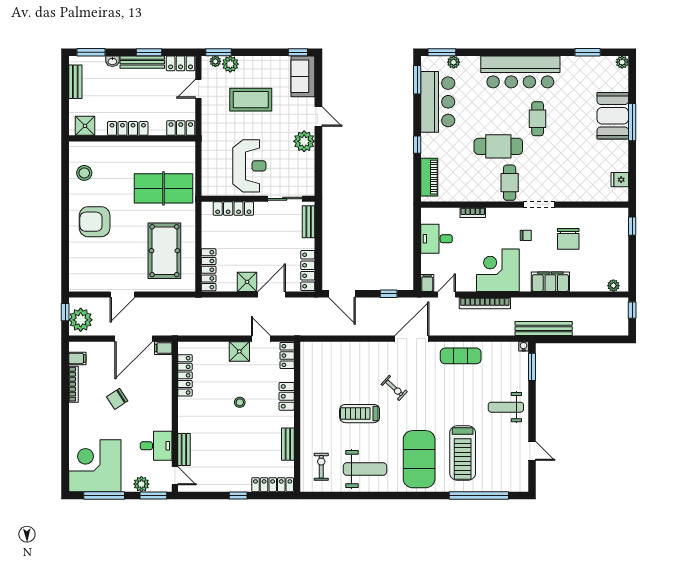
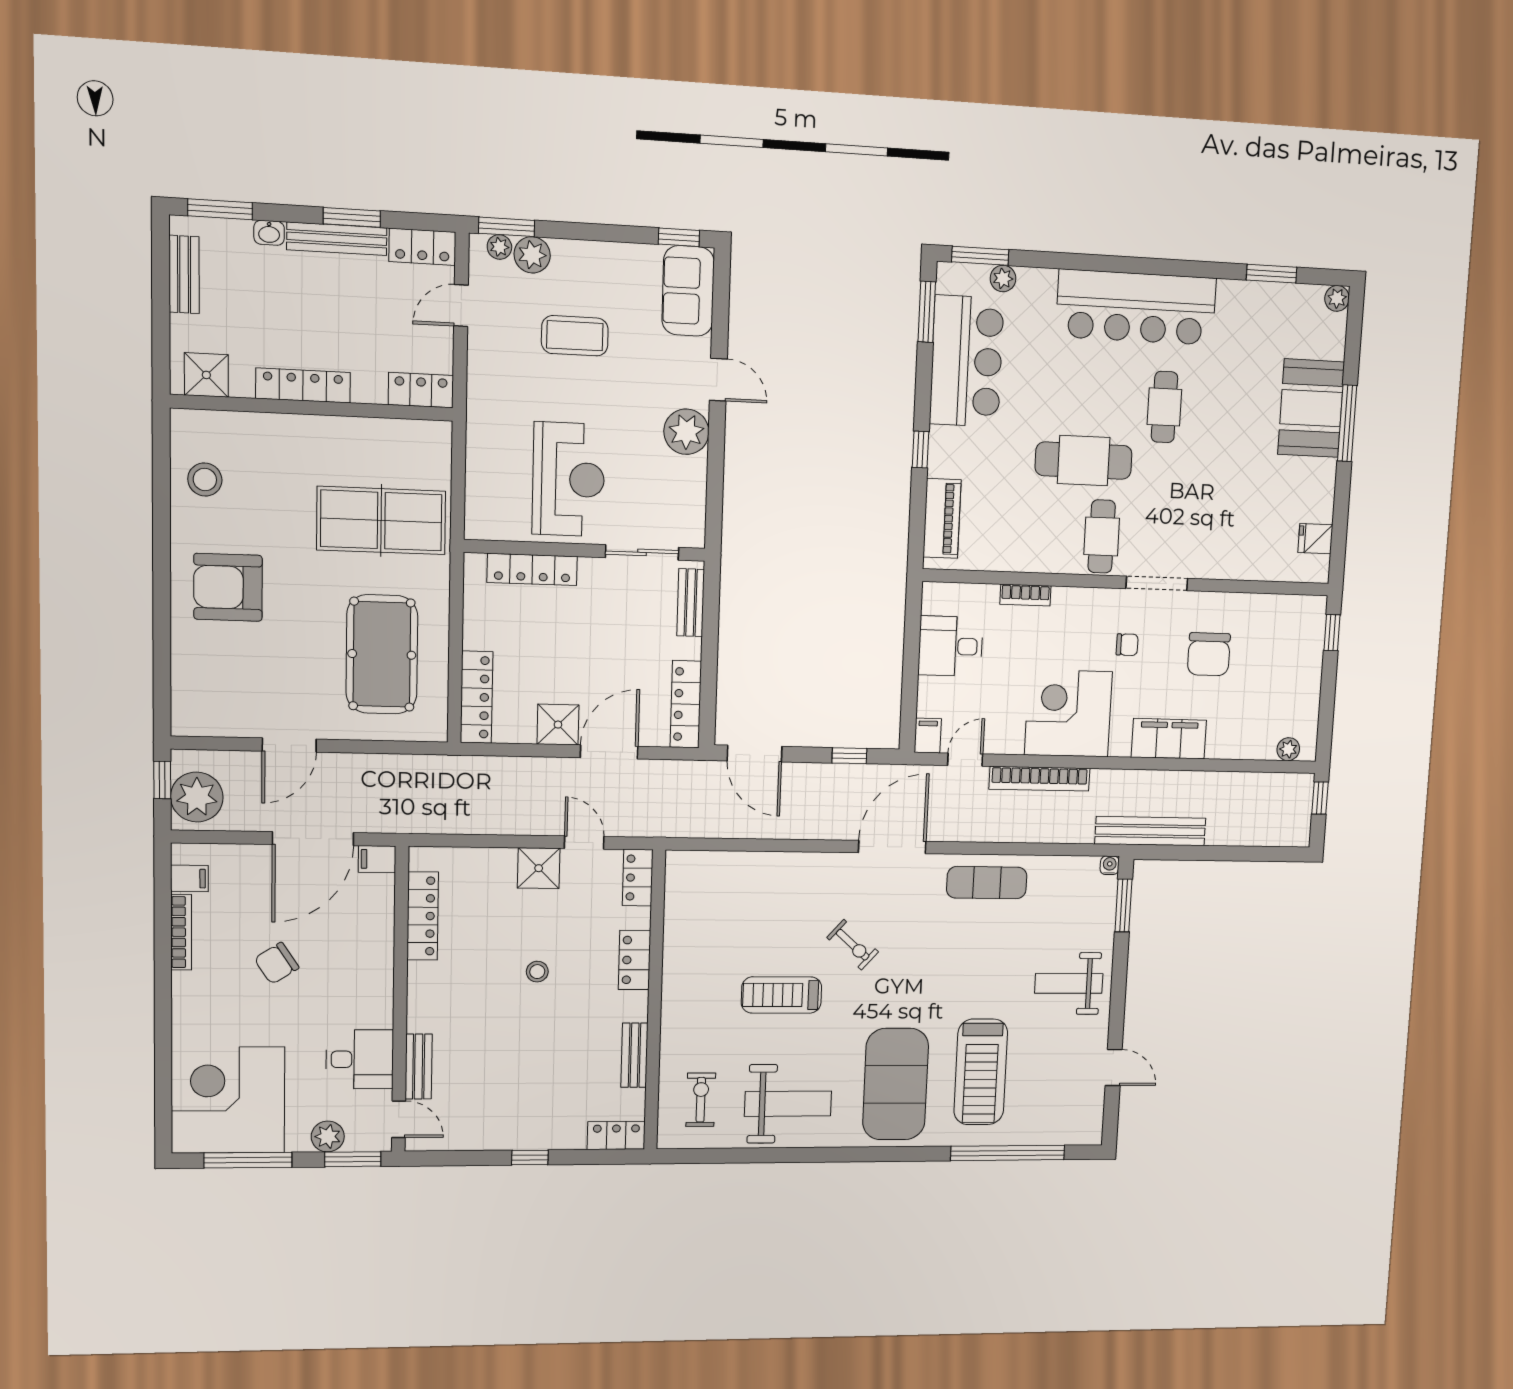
coffee table: (251, 100) -> (575, 336), width x0.73, depth x0.76
locker: (273, 485) -> (616, 1136), width x0.66

